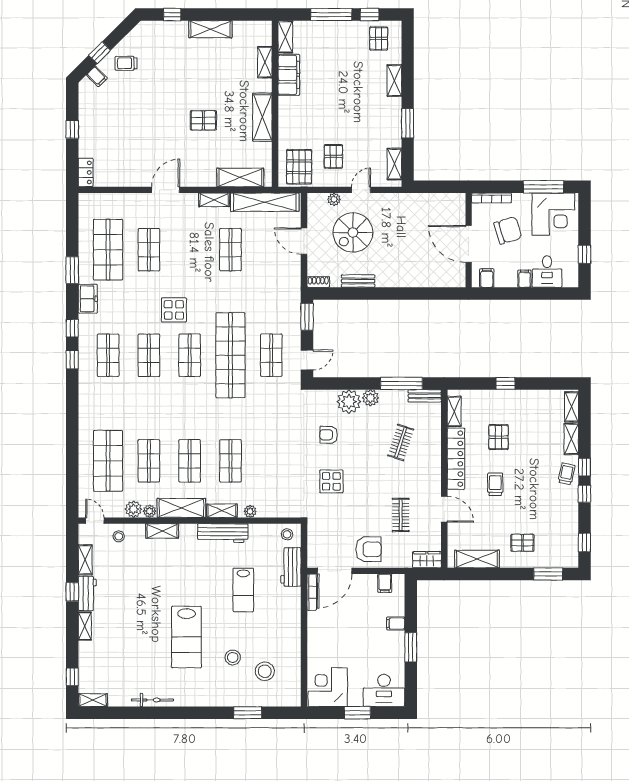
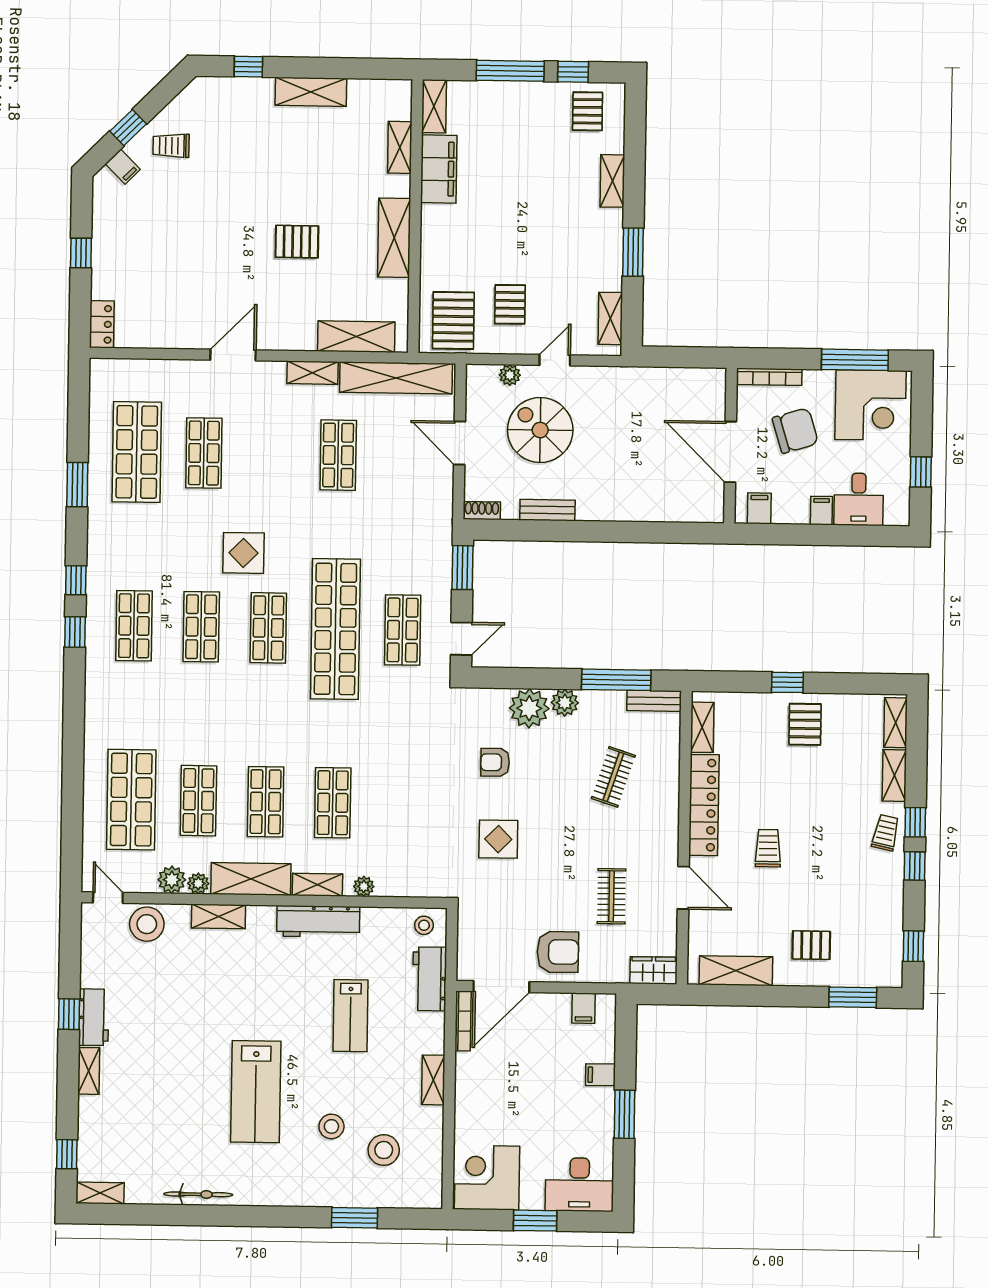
spiral stairs: (353, 232) -> (540, 430), turned 90
freezer: (88, 299) -> (102, 532), removed
pallet: (499, 437) -> (805, 724), moved
stool: (119, 536) -> (147, 924), width x1.89, depth x1.89
shelving: (85, 560) -> (433, 1080), moved

